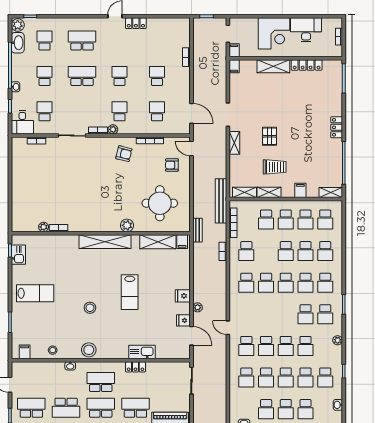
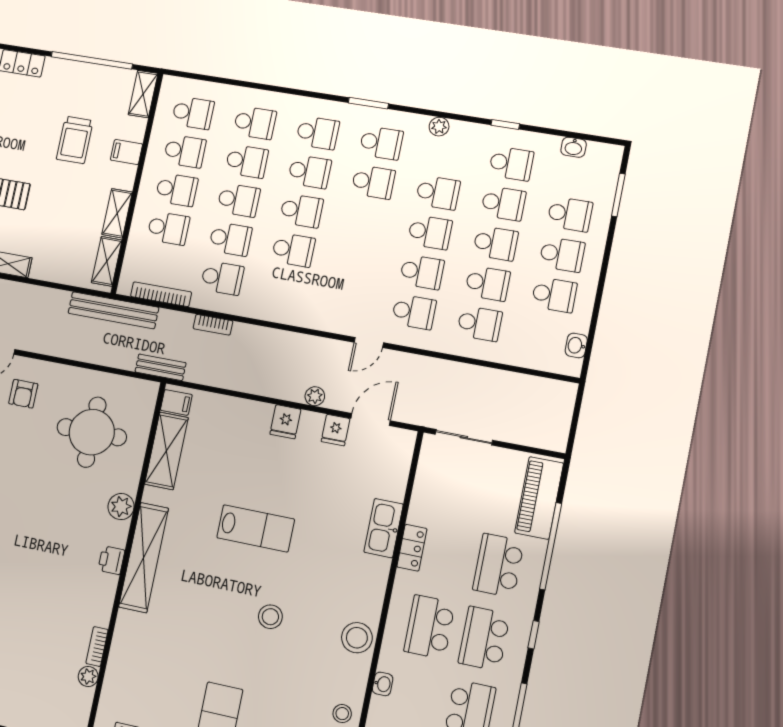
trolley: (275, 167) -> (75, 140), moved, turned 180
printer: (101, 226) -> (111, 560), added
school desk: (246, 283) -> (230, 239), moved

